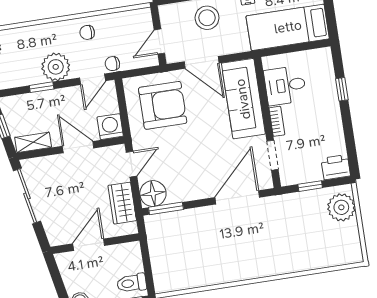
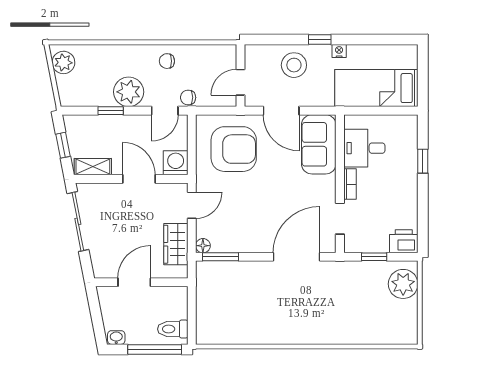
sofa: (243, 99) -> (319, 144), width x0.73
floor lamp: (153, 194) -> (203, 246), width x0.53, depth x0.53

